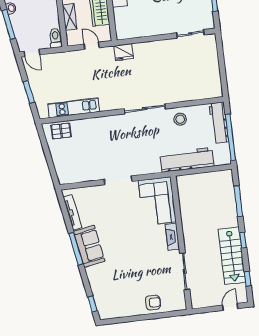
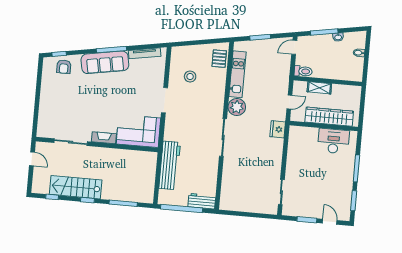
plant: (109, 101) -> (237, 107), added
stool: (180, 119) -> (190, 76), moved
workbench: (219, 123) -> (202, 201), width x0.73
sofa: (89, 246) -> (105, 62), width x1.36
armchair: (153, 303) -> (64, 67), moved
door: (230, 307) -> (32, 159), moved

